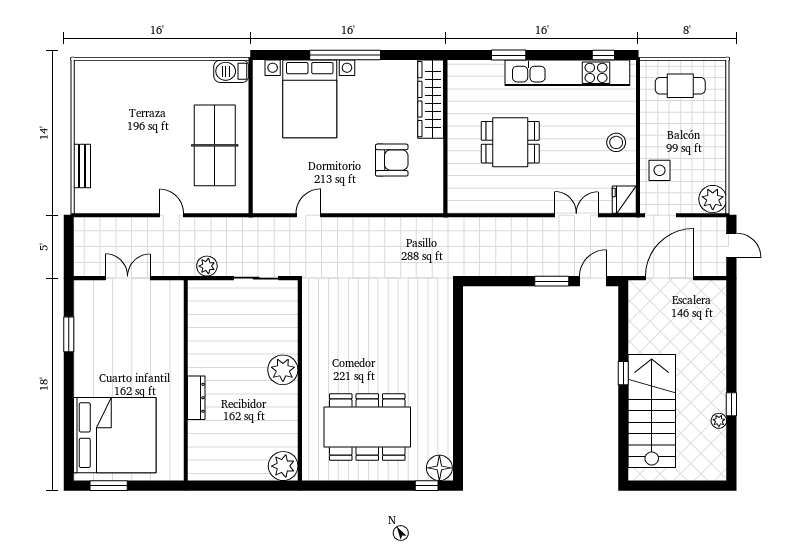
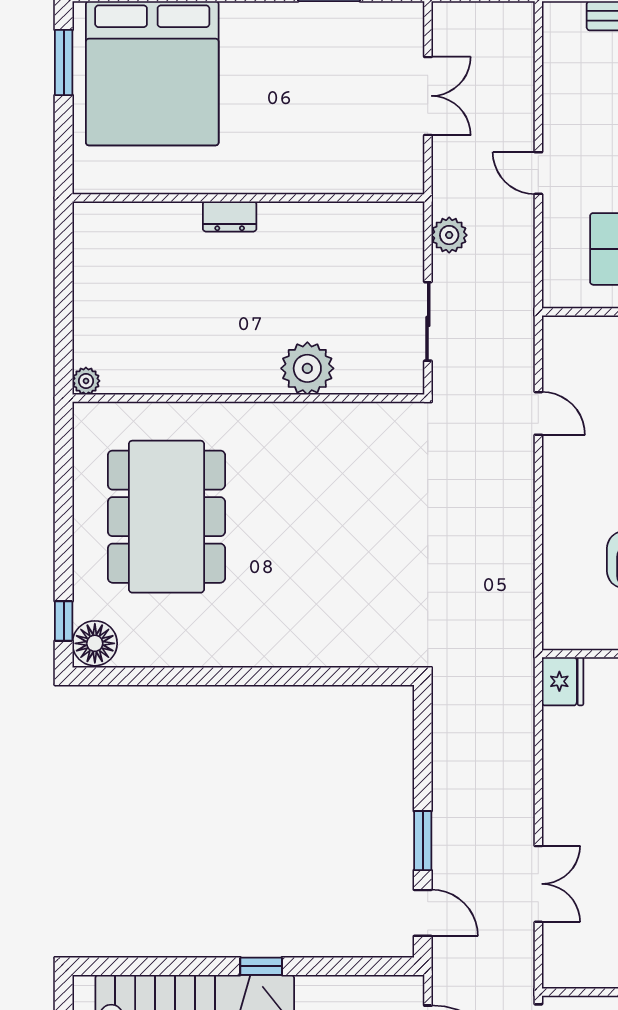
fridge: (624, 200) -> (563, 681), moved, turned 90
door: (172, 215) -> (538, 173), swing flipped
plant: (283, 370) -> (307, 368), moved
dresser: (196, 398) -> (230, 216), width x0.70
plant: (283, 466) -> (86, 381), width x0.53, depth x0.53

